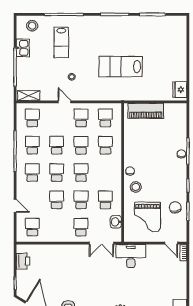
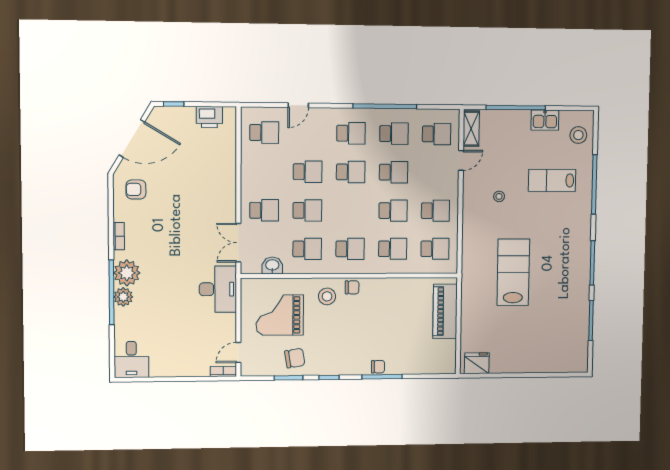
door: (64, 102) -> (461, 160), moved
school desk: (81, 173) -> (350, 249), moved

